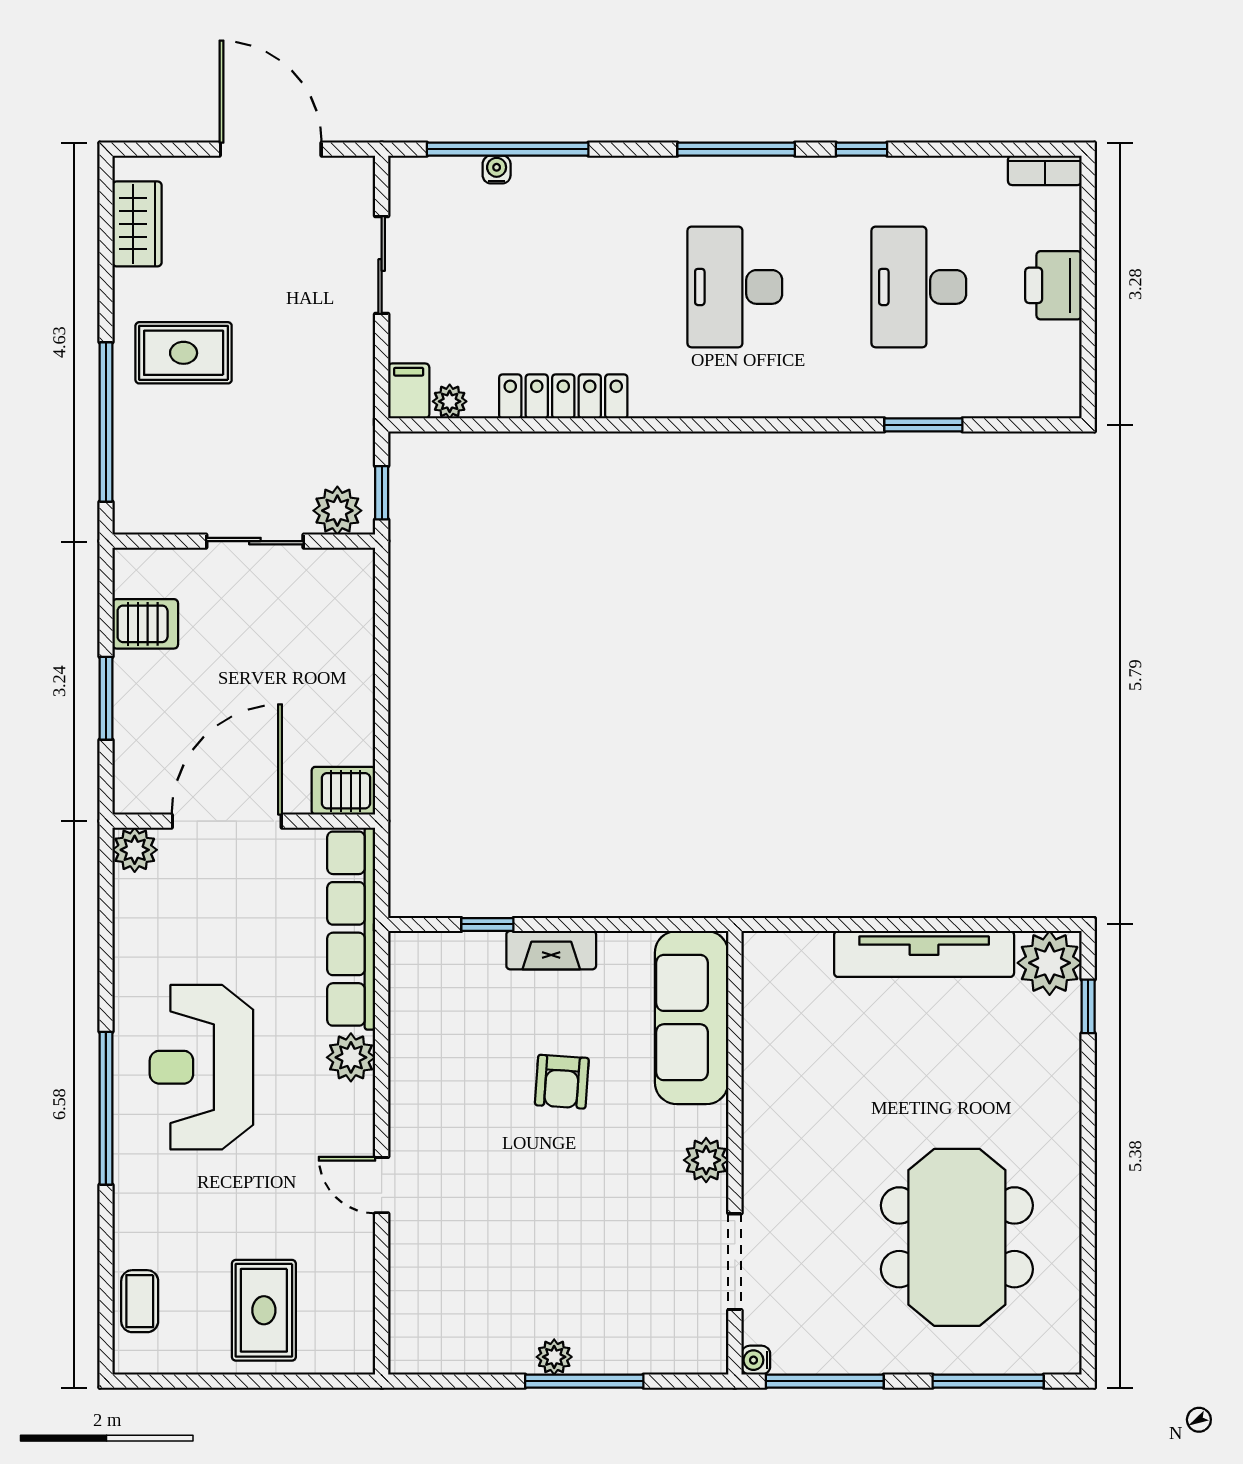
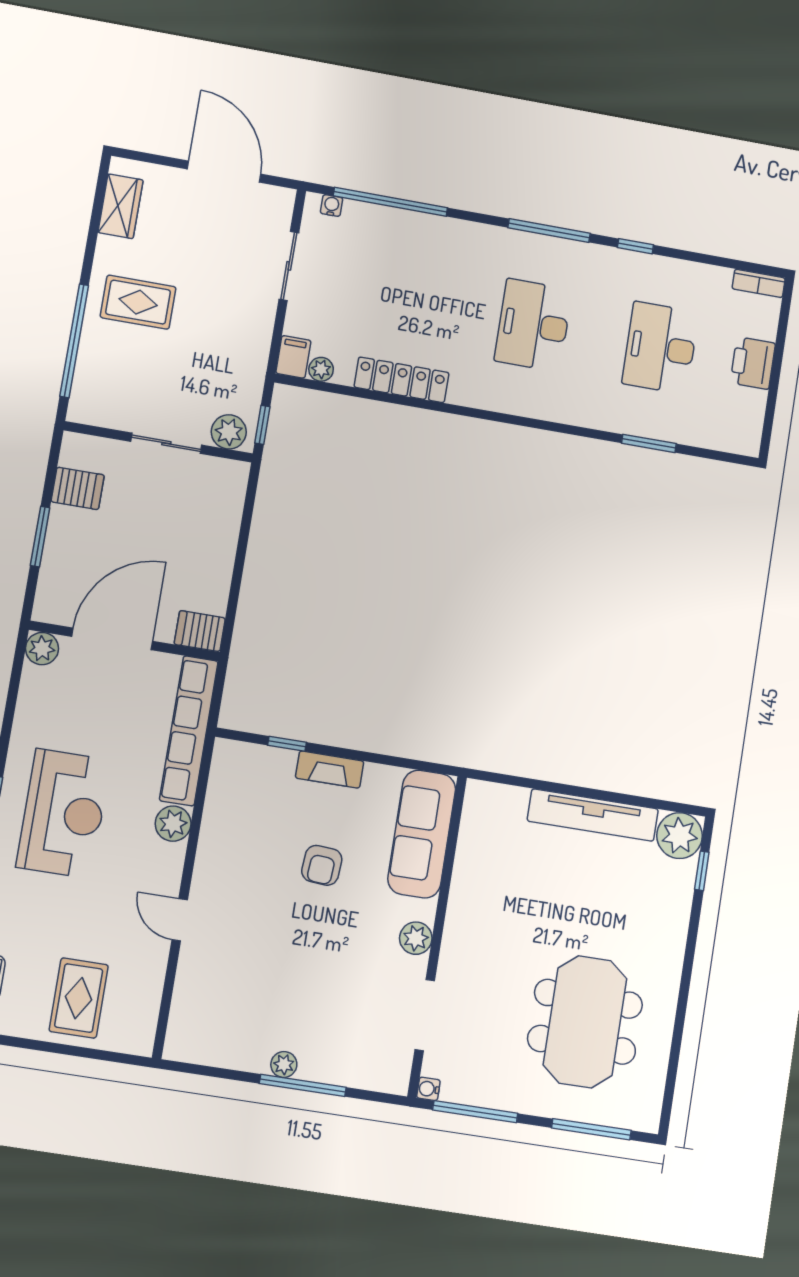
water cooler: (497, 170) -> (332, 206), moved
reception desk: (201, 1067) -> (63, 813), turned 180

